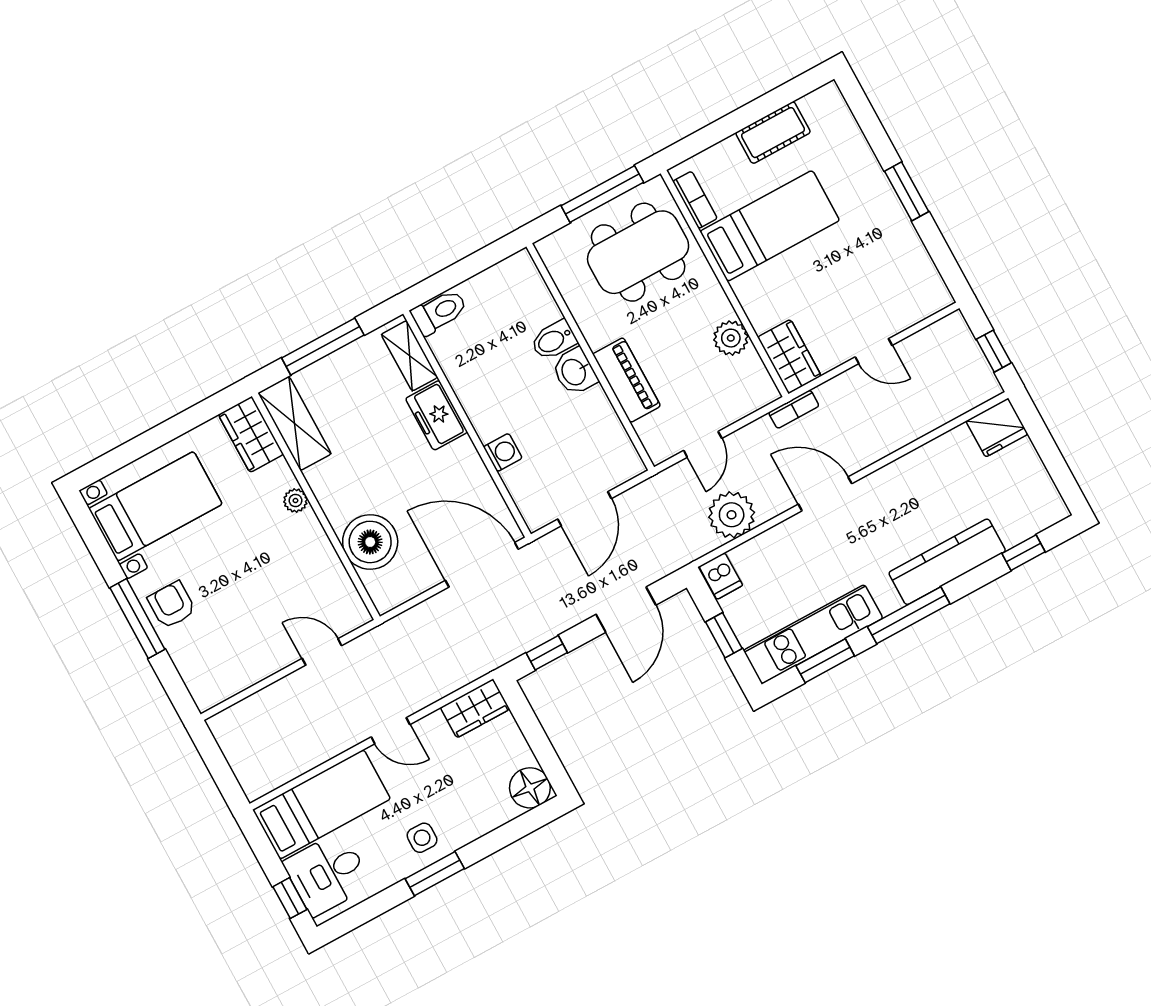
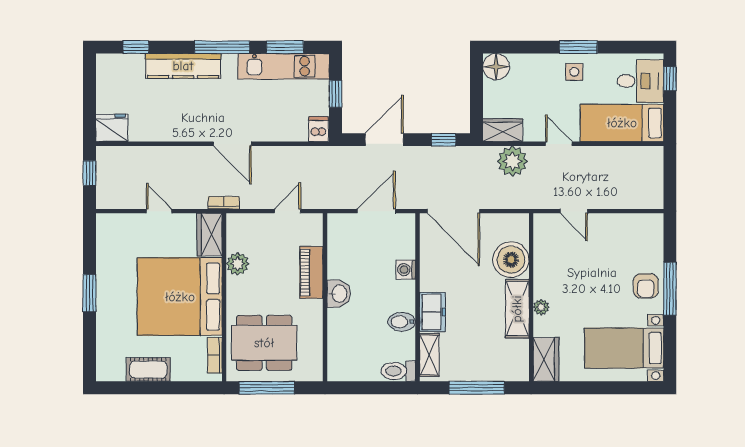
bed: (770, 226) -> (180, 297), width x2.04
bidet: (554, 340) -> (402, 322), moved, turned 180
shelving: (295, 423) -> (517, 309), moved
plant: (732, 515) -> (512, 161), moved

